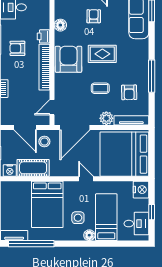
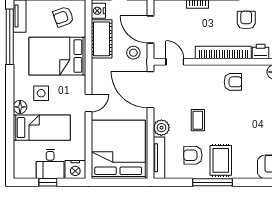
rug: (102, 54) -> (221, 160), moved
armchair: (69, 59) -> (233, 82), width x0.53, depth x0.53
door: (25, 127) -> (150, 29), hinge flipped
armchair: (15, 199) -> (63, 17), added
desk: (136, 224) -> (50, 164), moved

